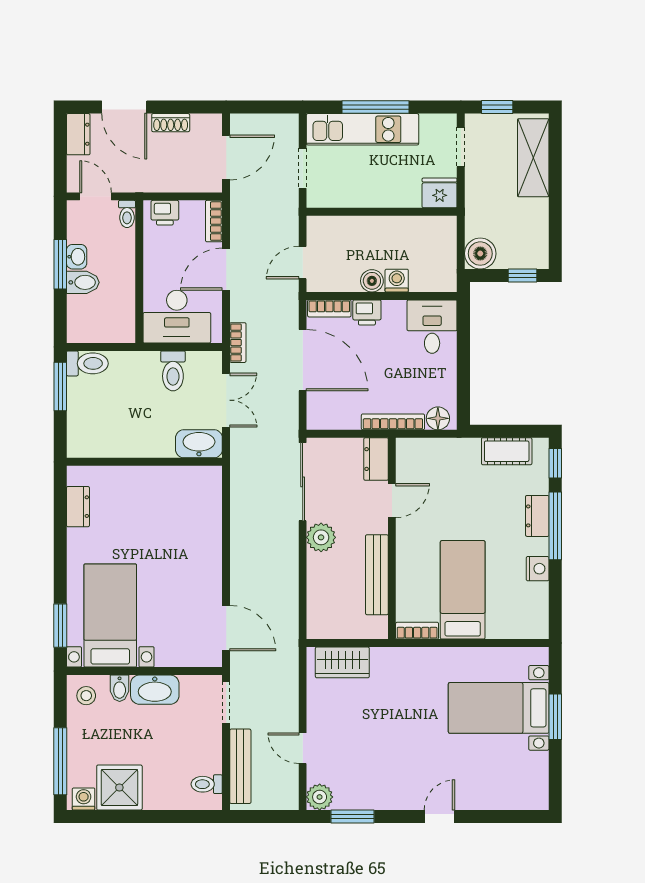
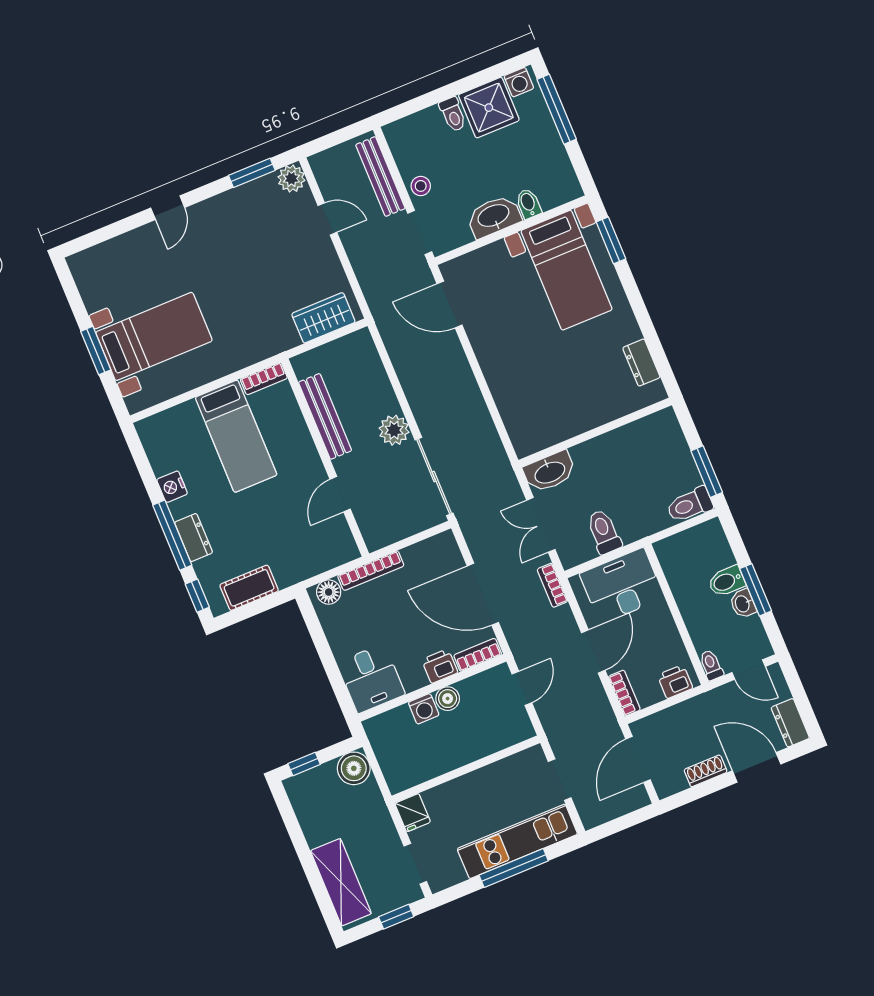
fridge: (440, 193) -> (413, 813), width x0.72
dresser: (376, 459) -> (372, 528), removed
stool: (86, 696) -> (421, 186), moved
toilet: (207, 784) -> (453, 114), moved, turned 90

